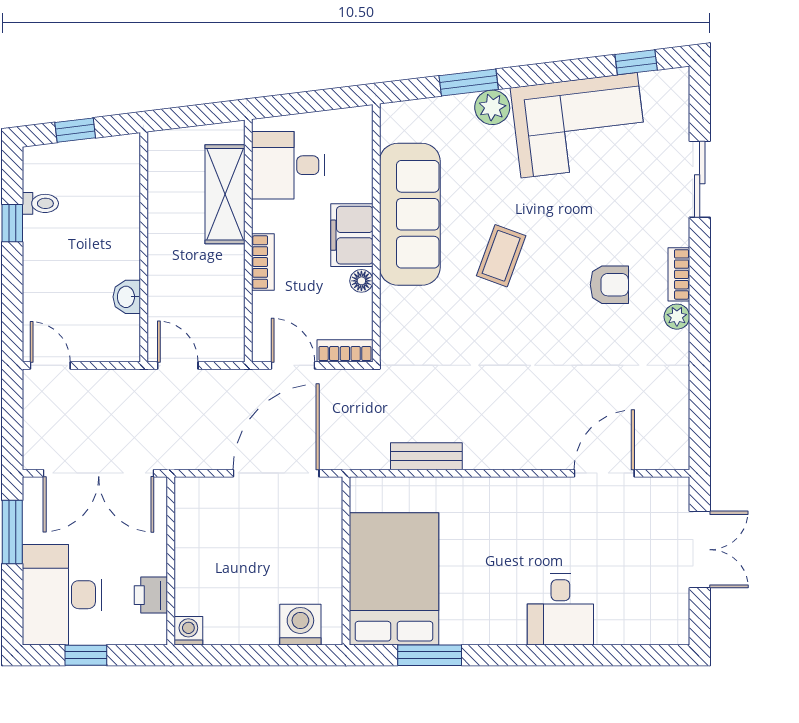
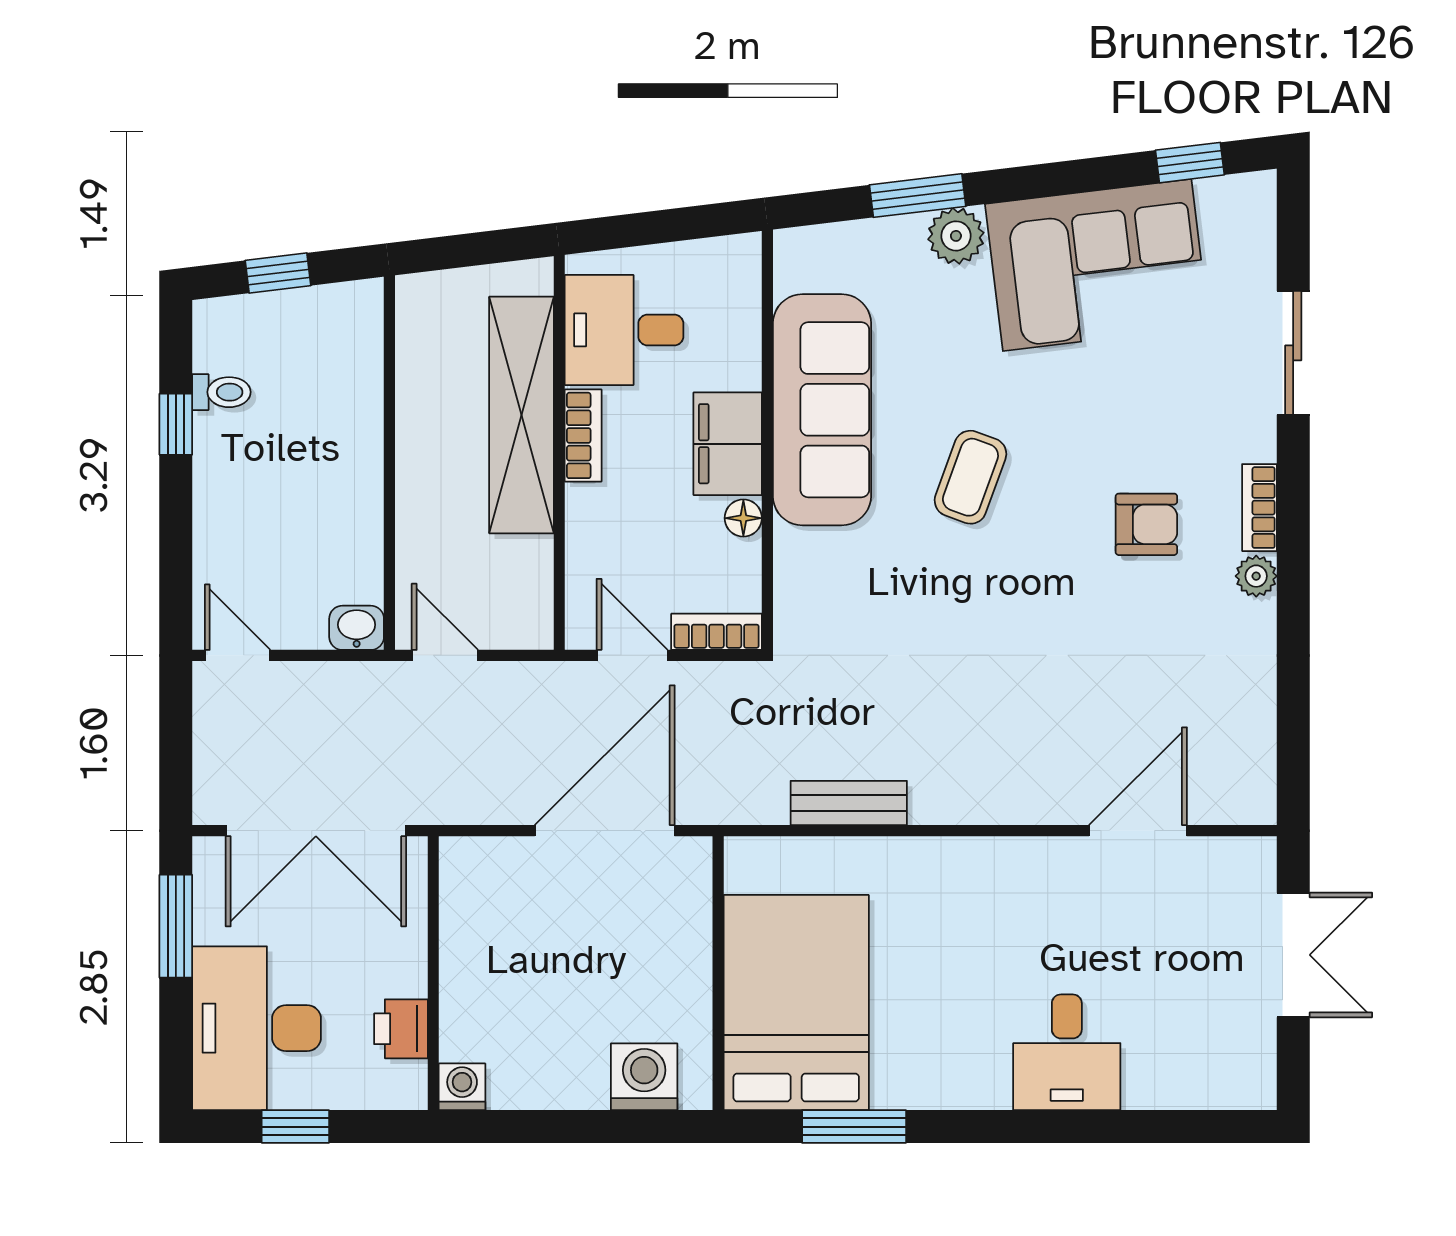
shelving: (225, 194) -> (522, 415), width x1.47
bookcase: (263, 262) -> (583, 435), moved
washbasin: (127, 297) -> (357, 628), moved, turned 90

